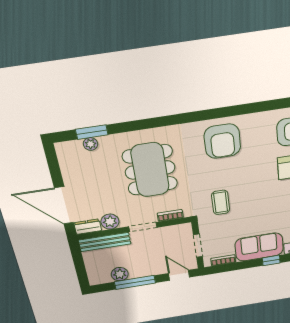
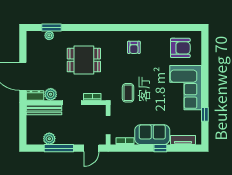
armchair: (222, 141) -> (134, 47), width x0.53, depth x0.53
dining table: (150, 170) -> (84, 60), width x0.73
door: (179, 275) -> (91, 148), swing flipped

